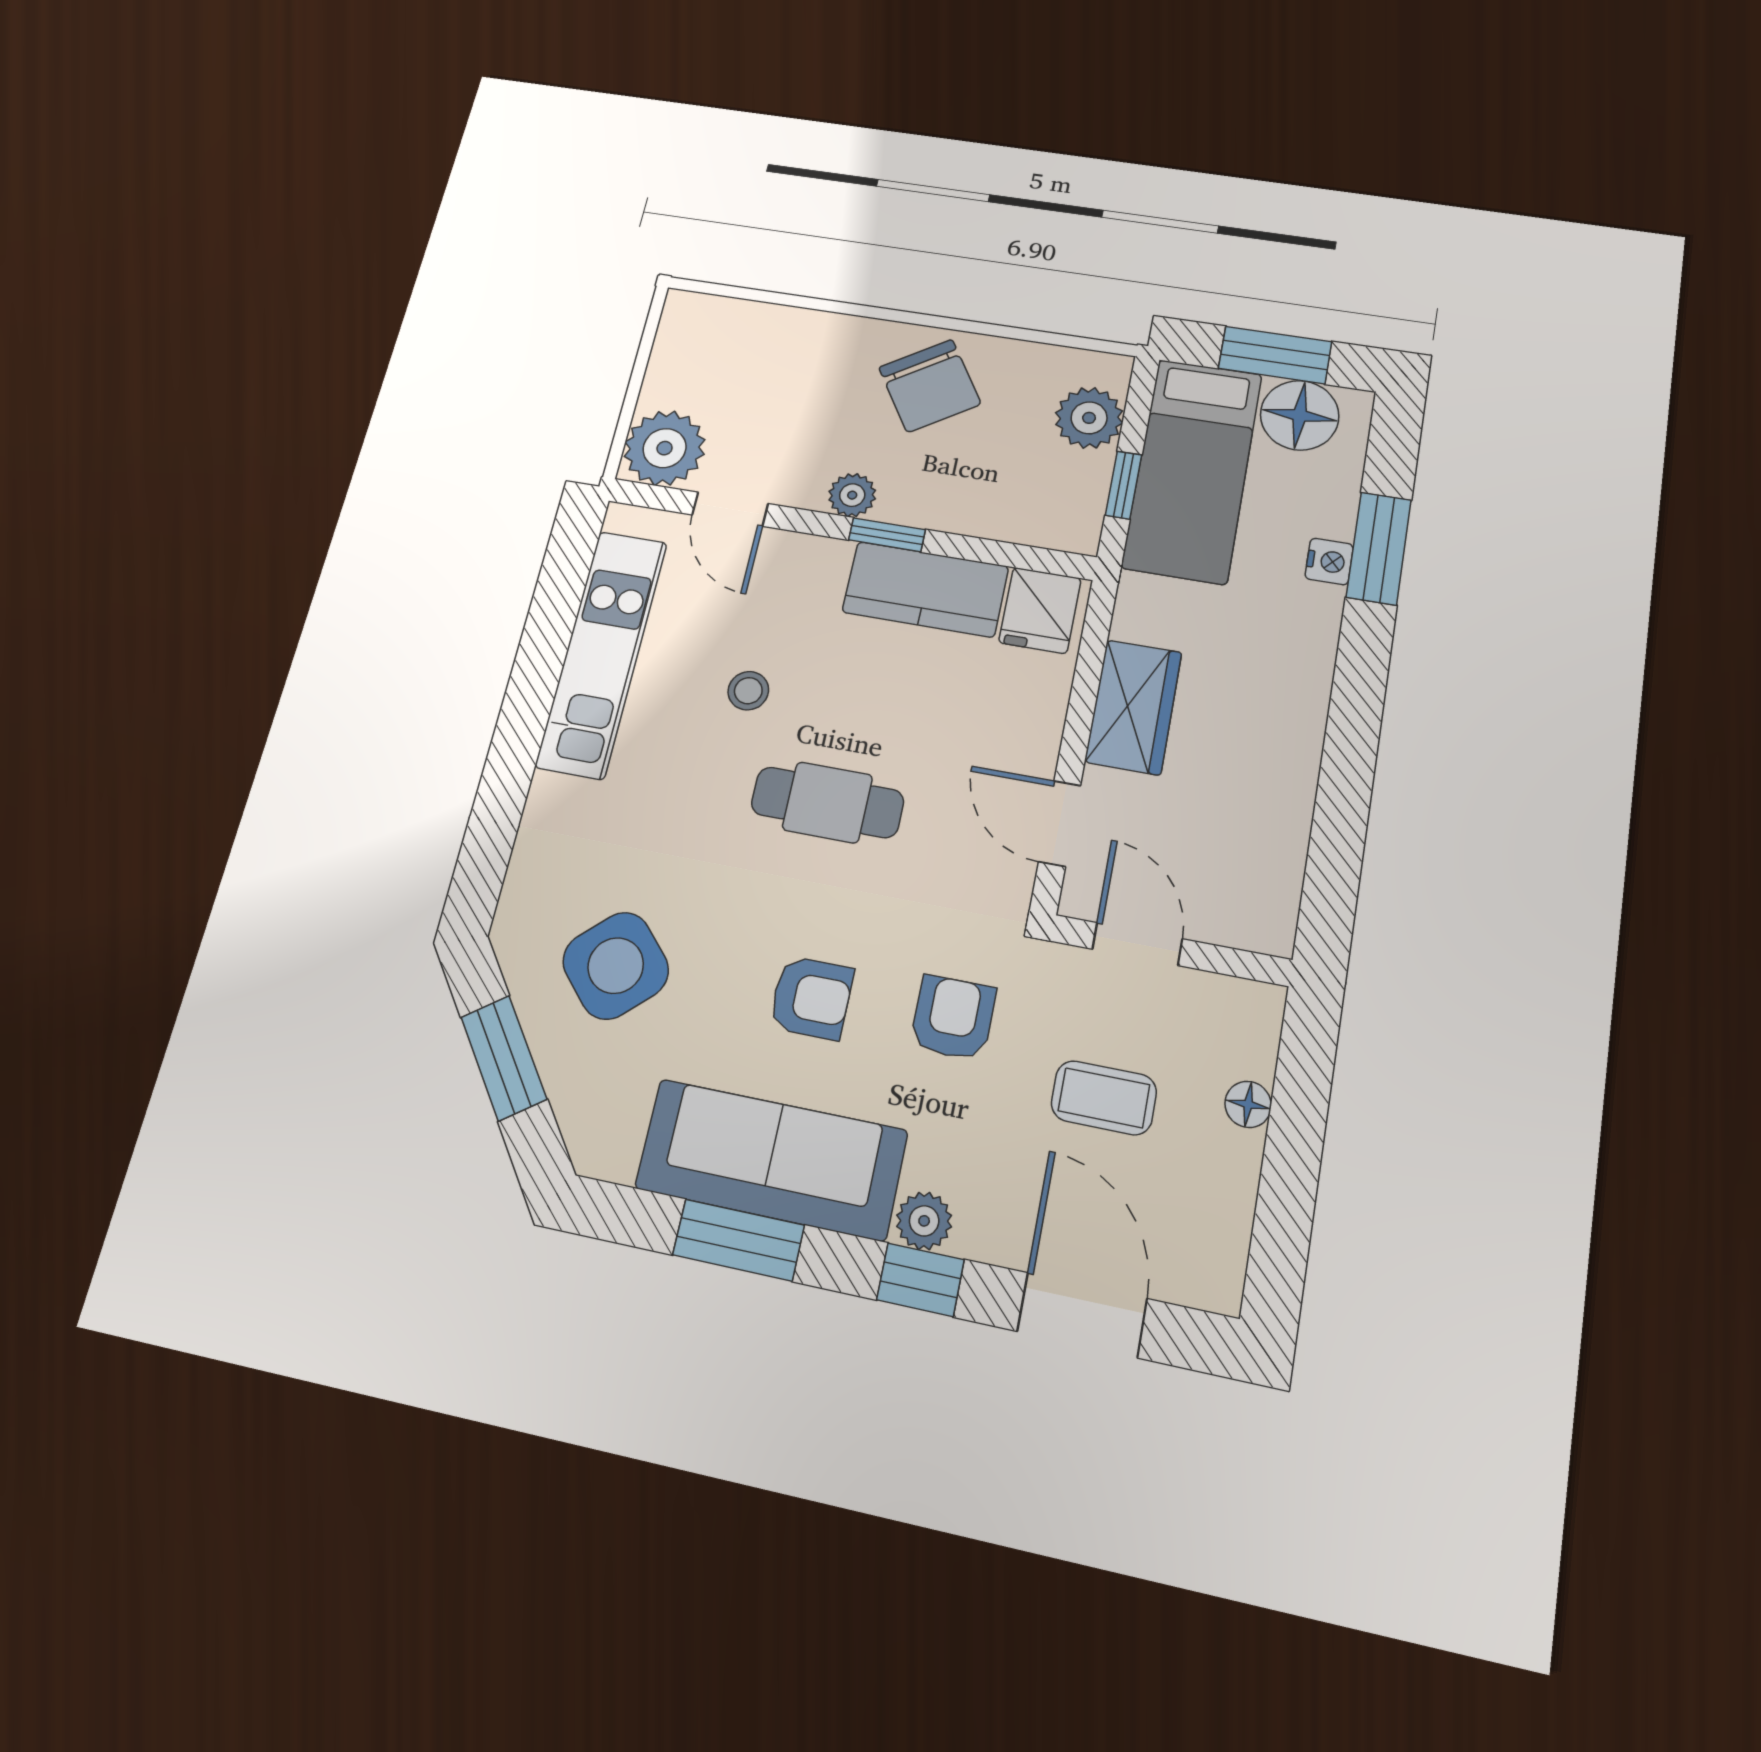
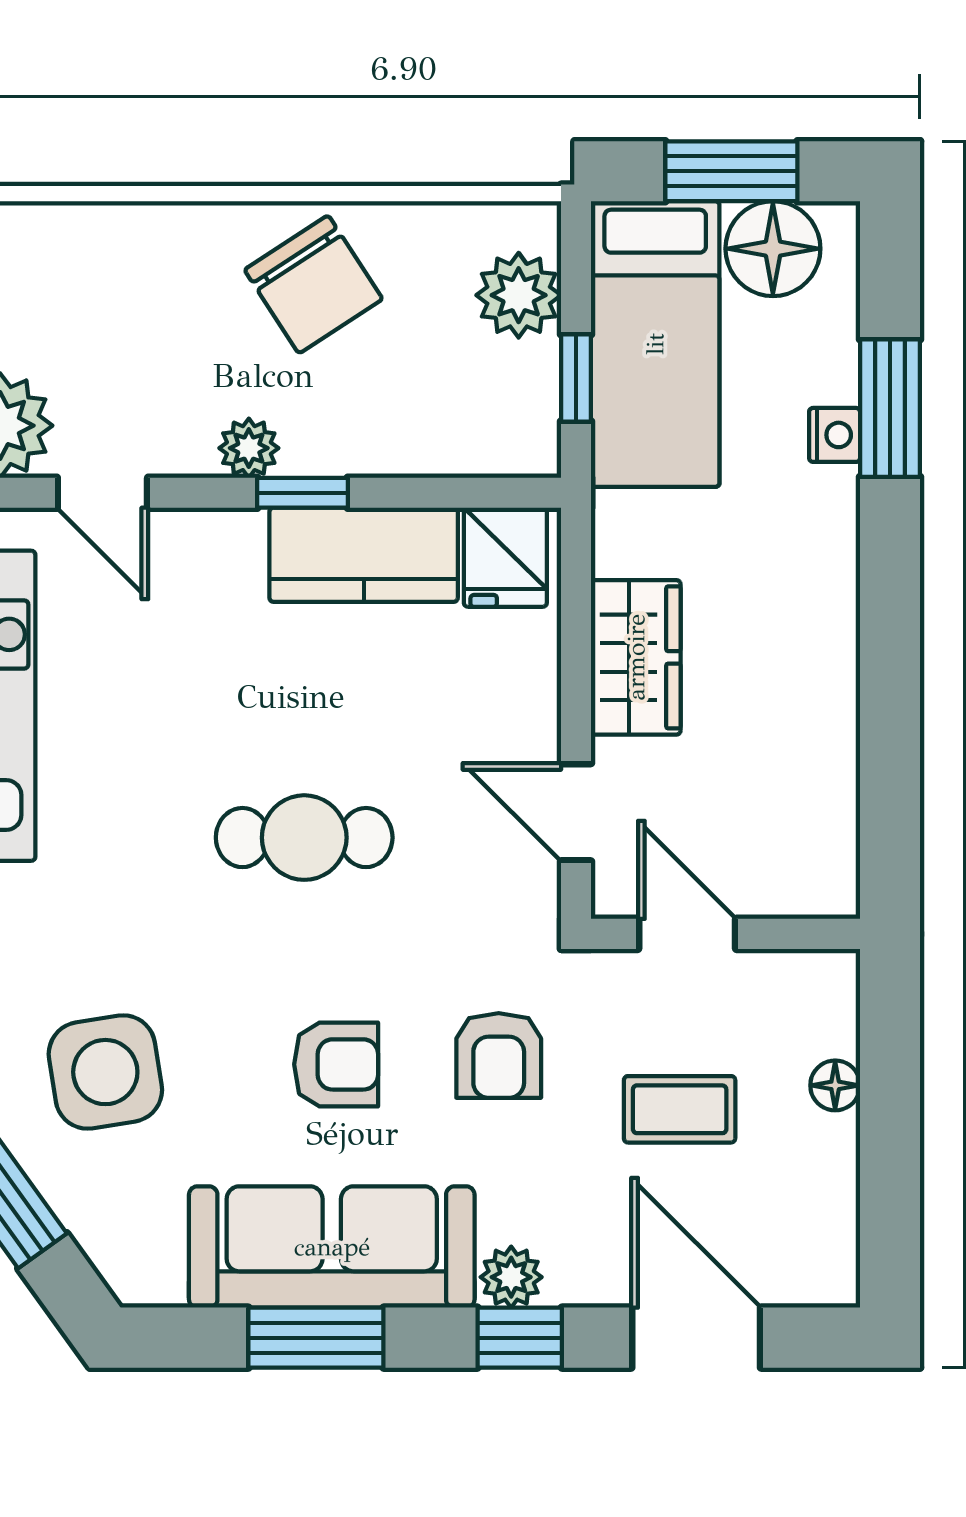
stool: (748, 691) -> (180, 720), removed
side table: (616, 966) -> (105, 1072), turned 34
armchair: (953, 1018) -> (499, 1055), turned 180

